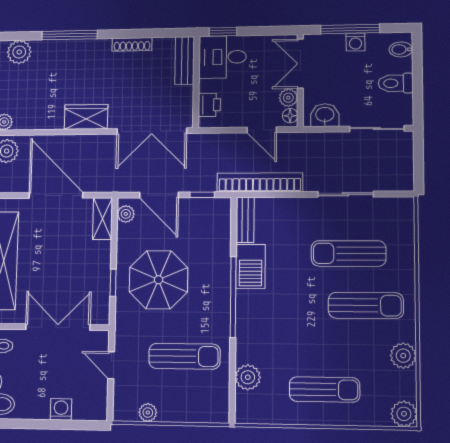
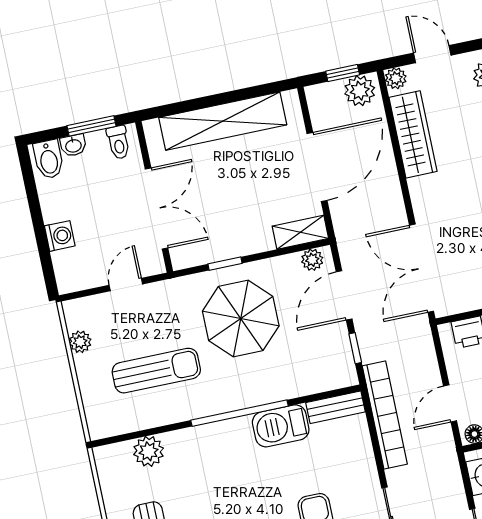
wardrobe: (86, 117) -> (413, 134), moved, width x1.50
sun lounger: (184, 356) -> (156, 371), turned -90

